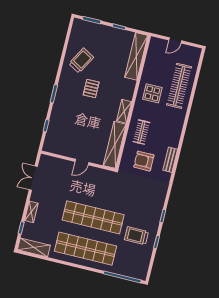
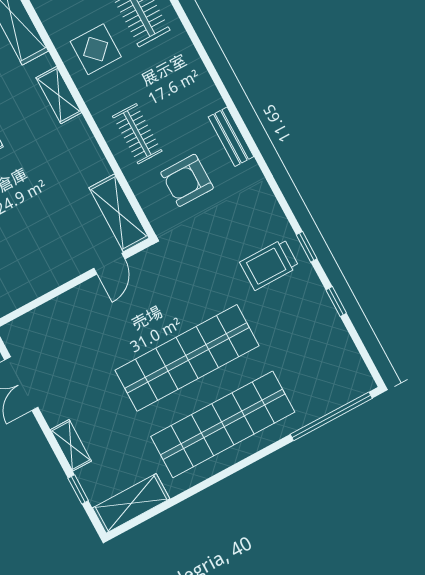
shelving: (124, 111) -> (59, 95), moved
shelving: (115, 145) -> (119, 213), width x0.68
door: (82, 162) -> (109, 264), moved
trolley: (136, 236) -> (269, 264), moved

